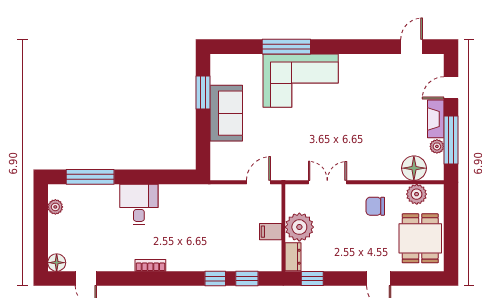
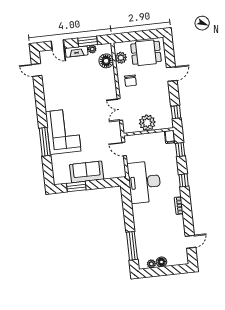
window: (451, 140) -> (88, 41), width x0.69
desk: (139, 204) -> (144, 182), moved, width x1.87, depth x1.30
filing cabinet: (271, 232) -> (170, 137), moved
dresser: (293, 257) -> (165, 124), removed
floor lamp: (57, 263) -> (161, 262), moved
window: (215, 279) -> (184, 180), moved

